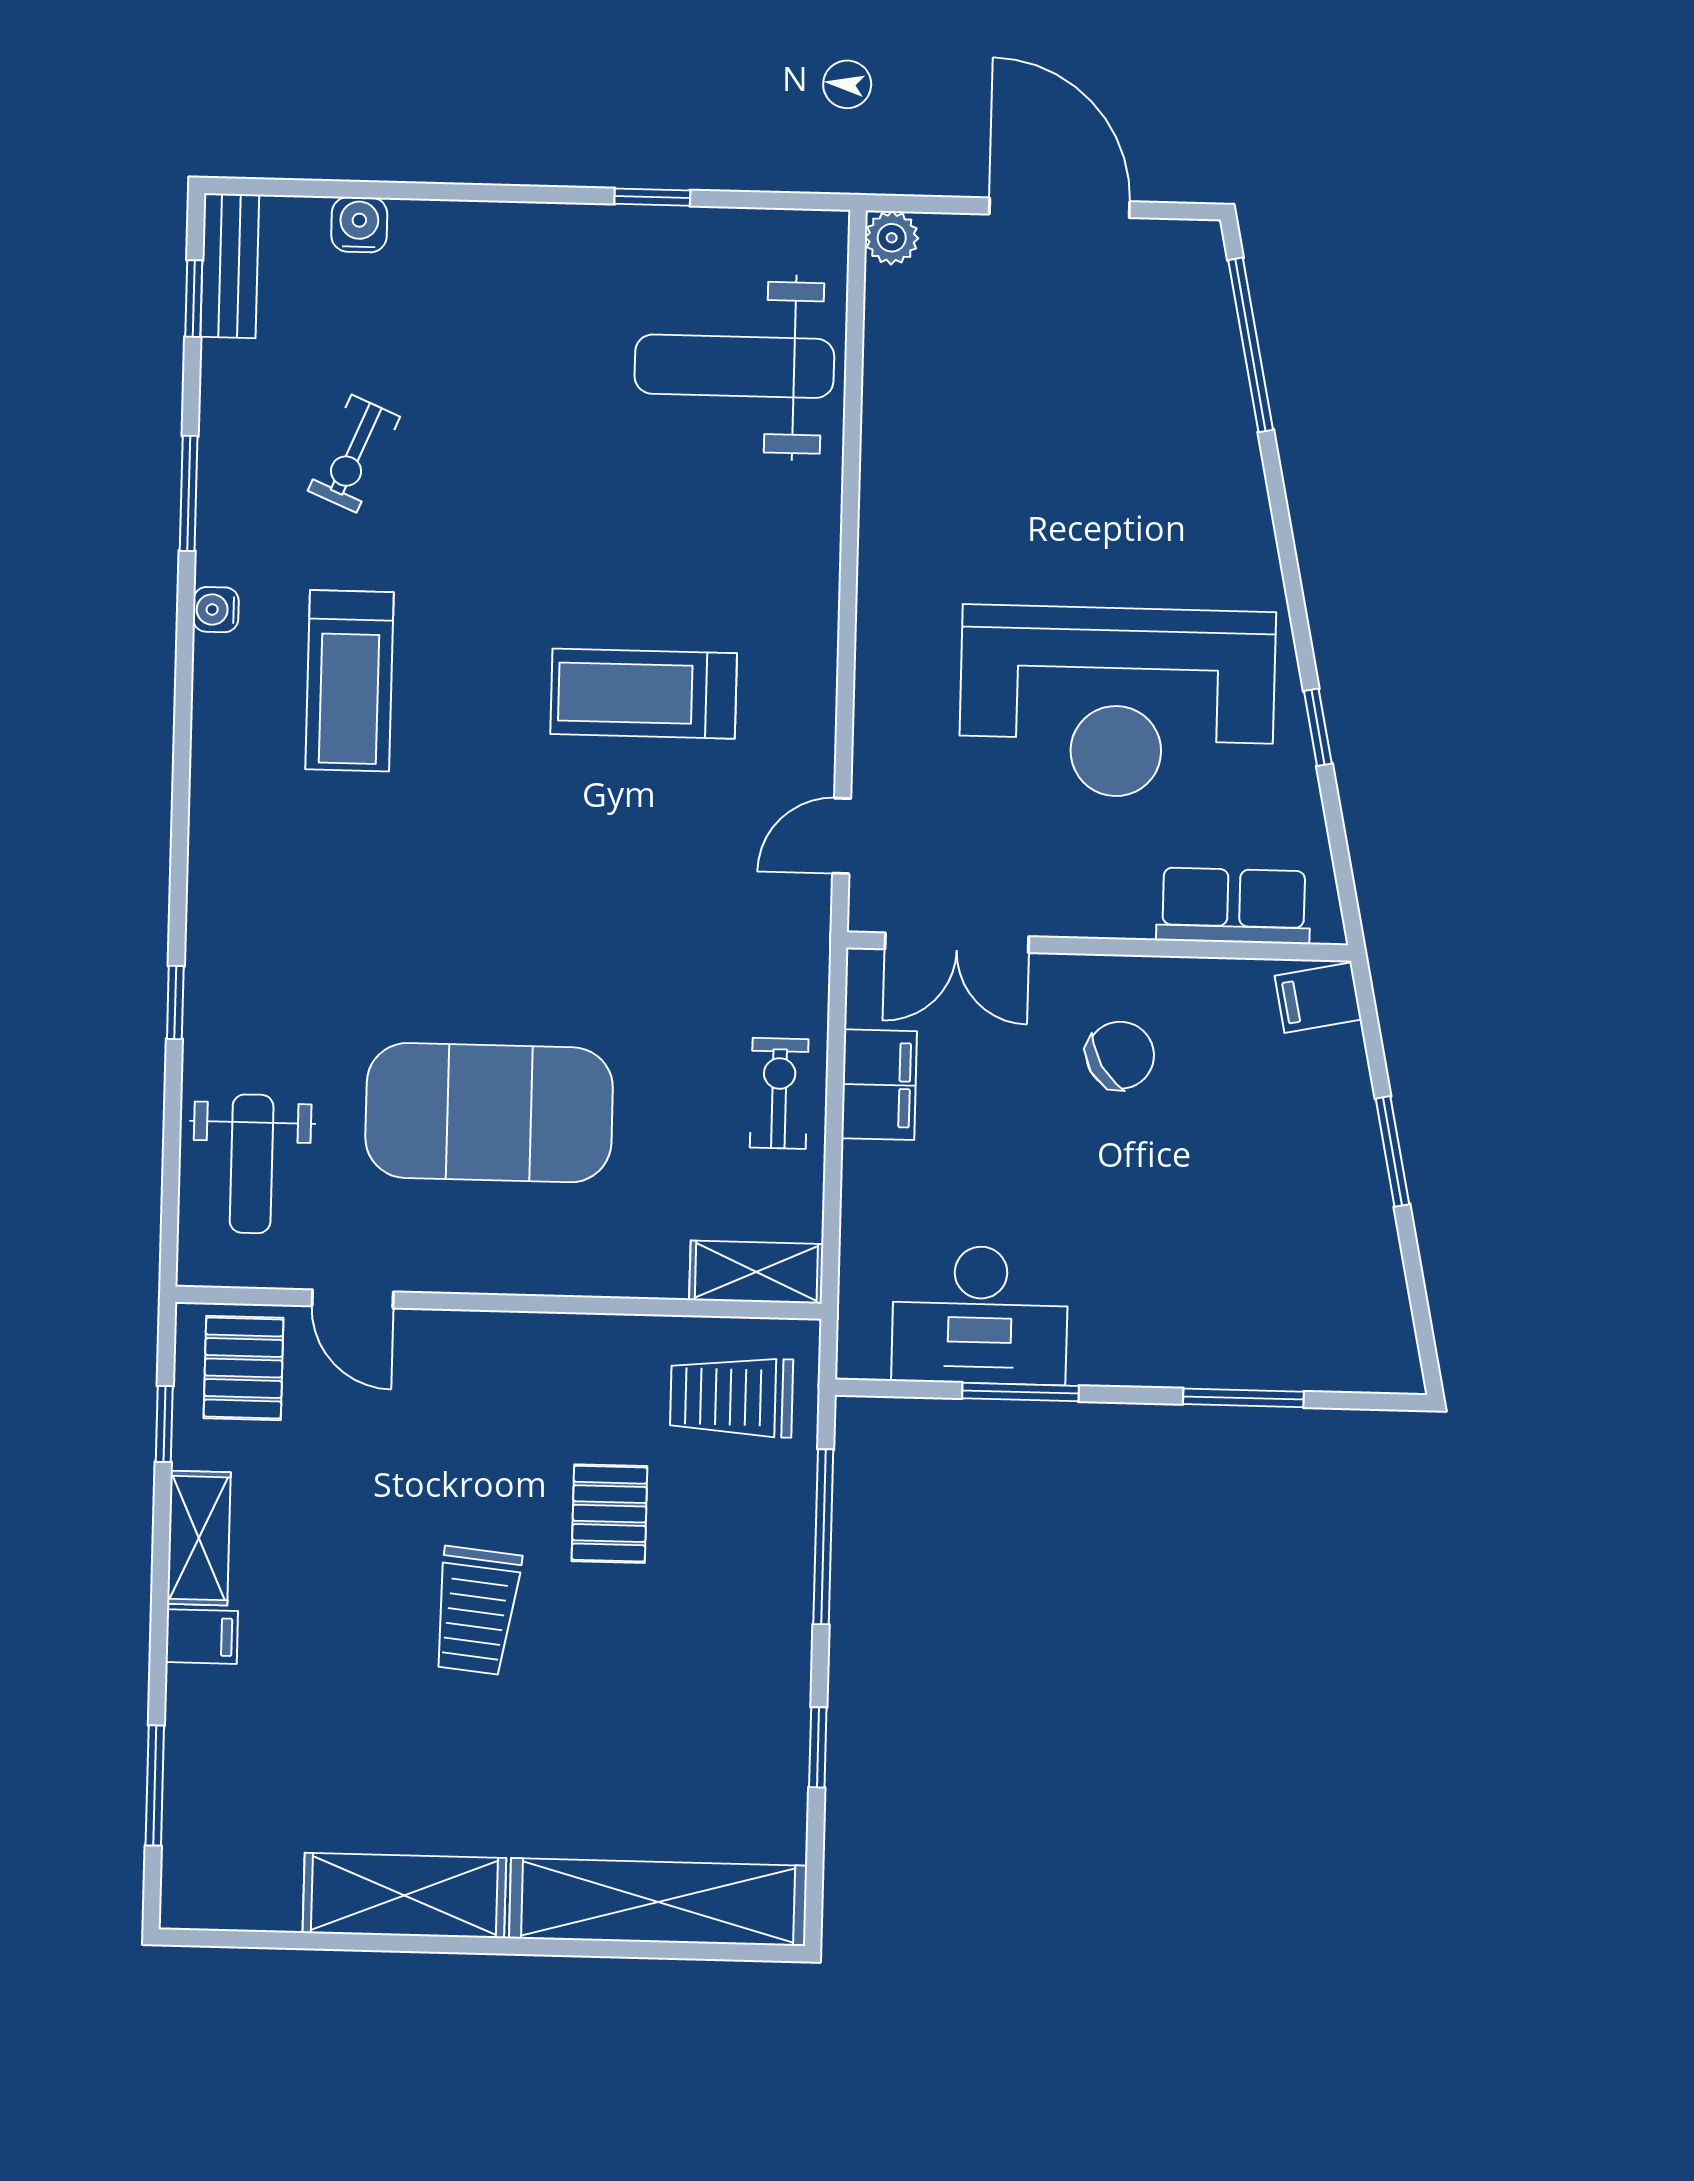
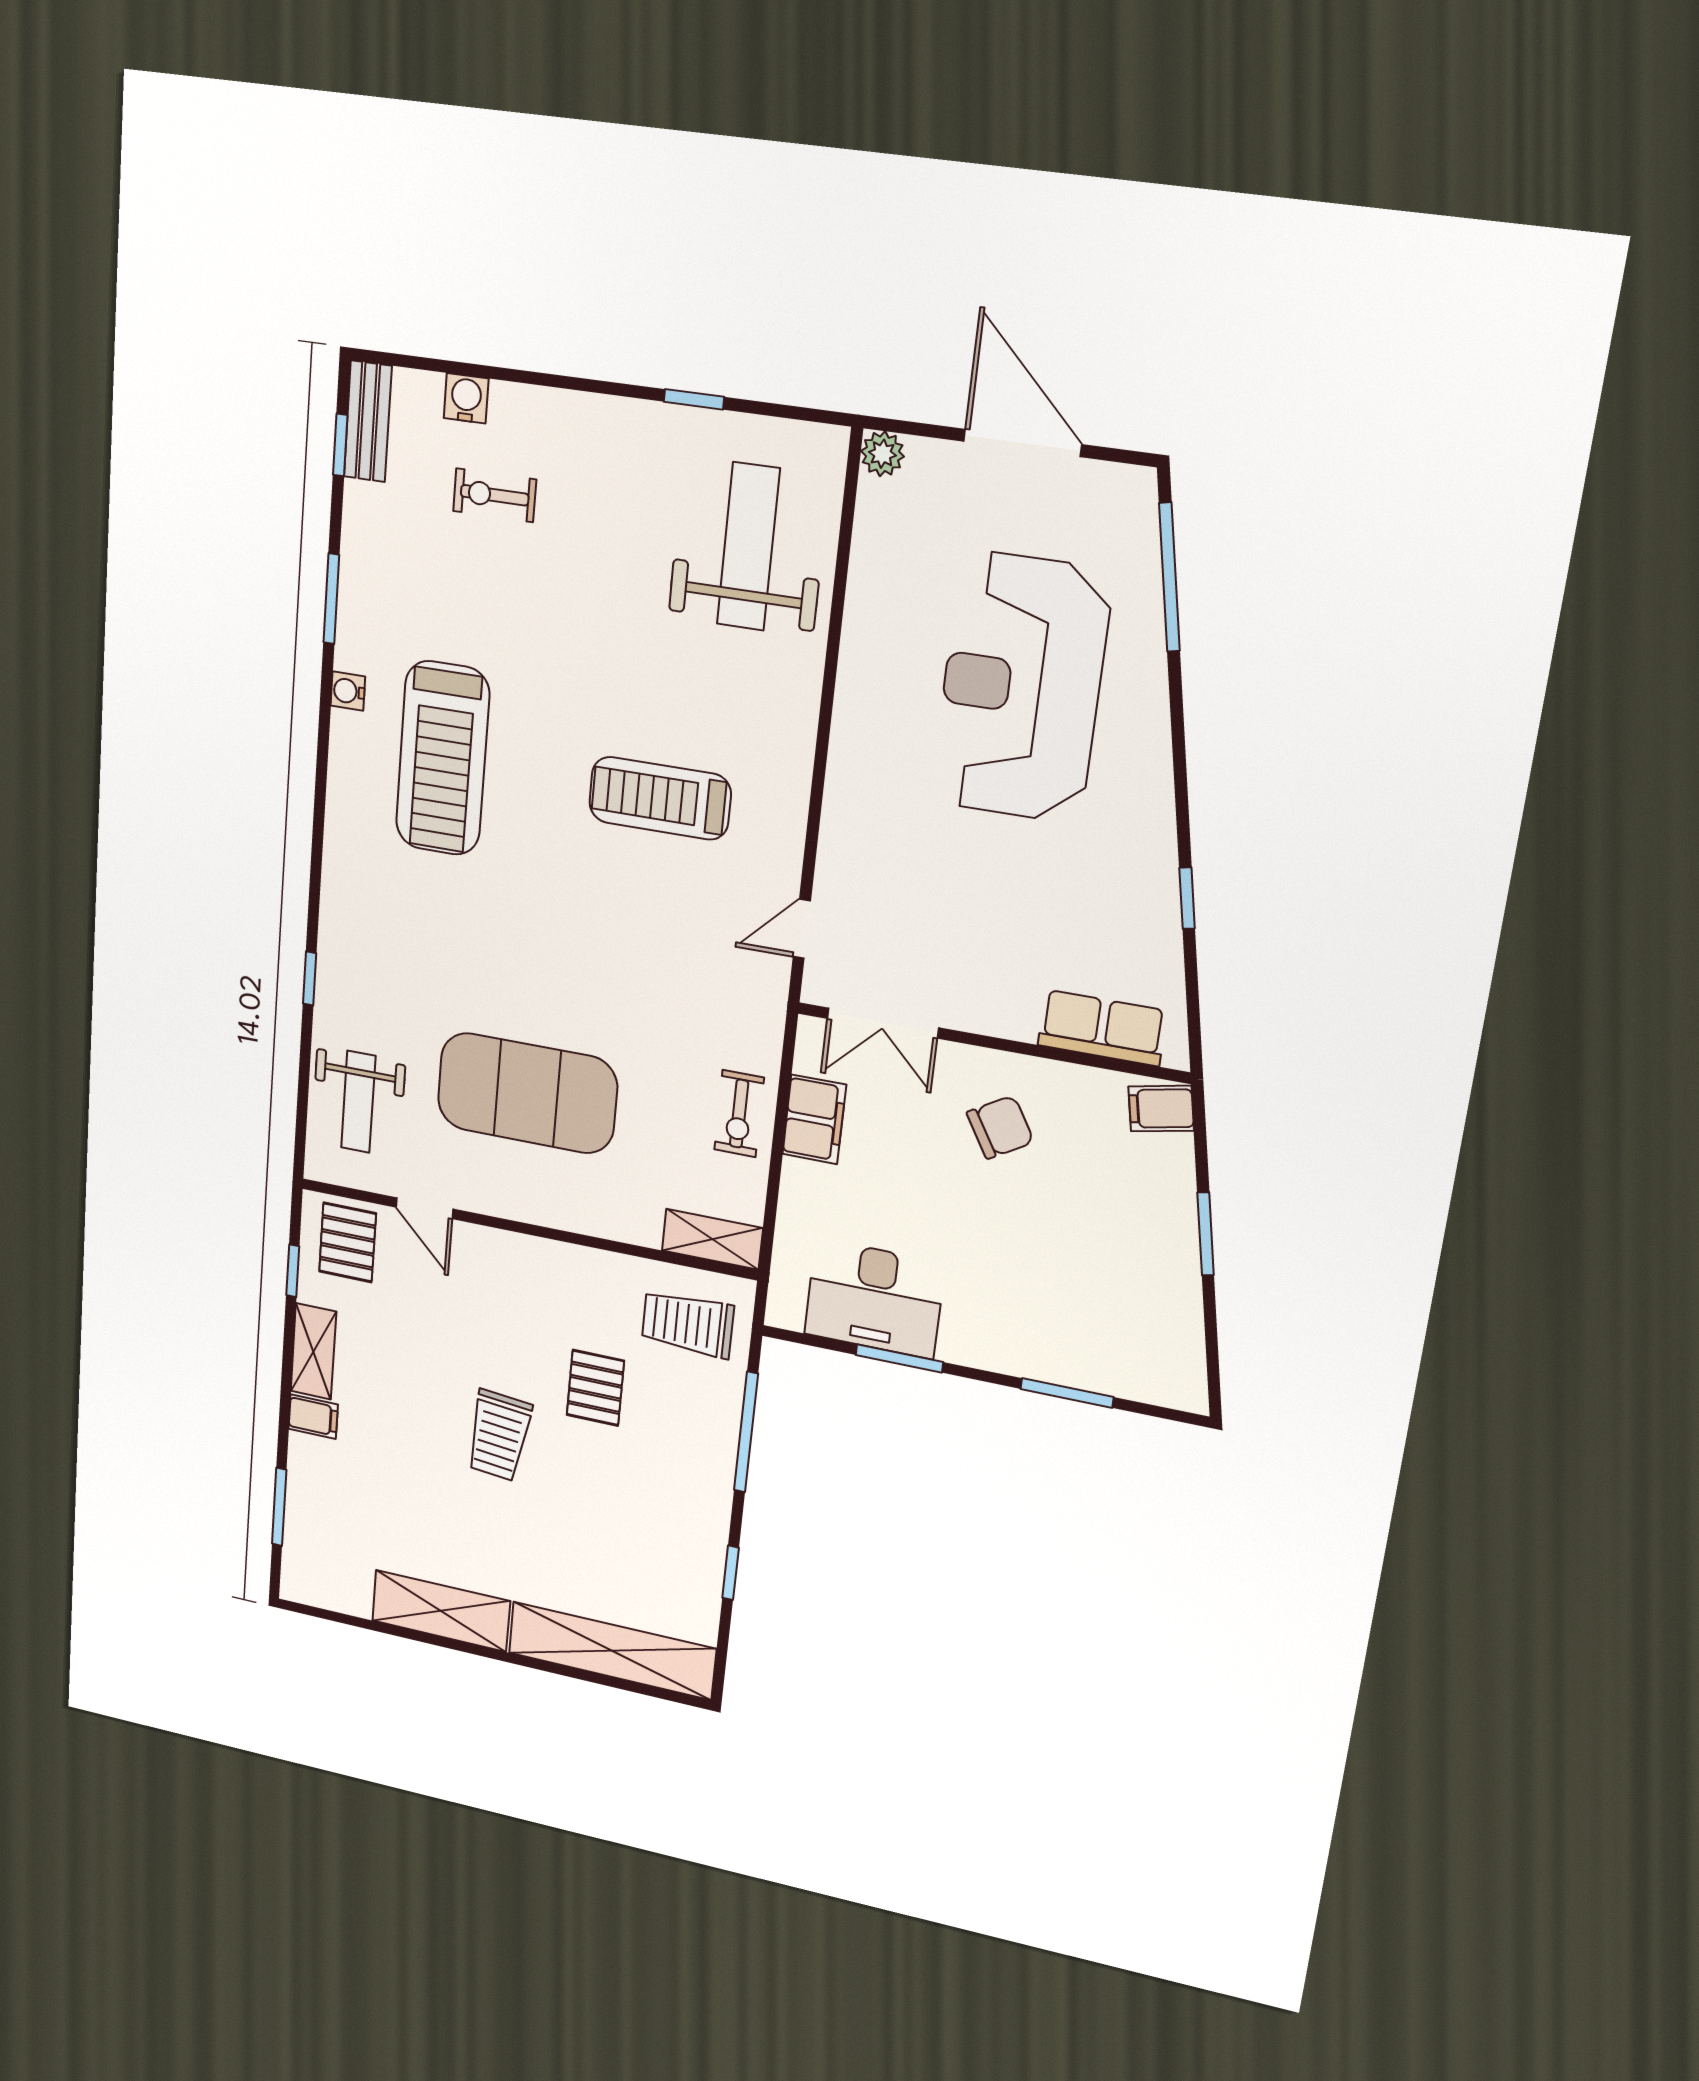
weight bench: (734, 366) -> (748, 547), turned 90
exercise bike: (354, 454) -> (495, 495), moved, turned 67
treadmill: (349, 681) -> (443, 758), width x1.37, depth x1.38
reception desk: (1117, 702) -> (1021, 687), moved, turned 90
exercise bike: (779, 1093) -> (739, 1114), turned 180

